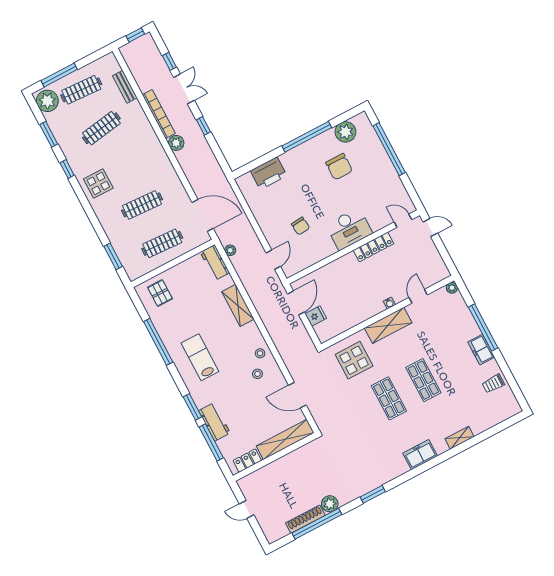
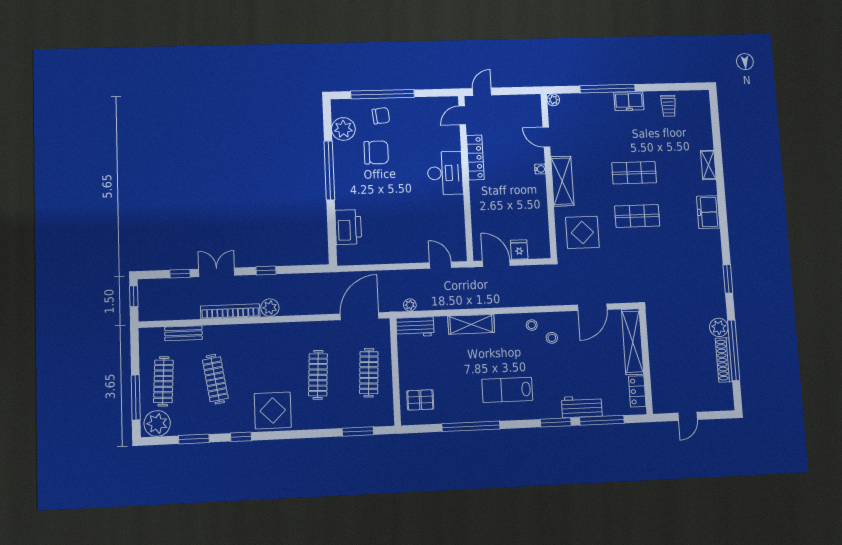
display table: (98, 183) -> (273, 410), width x1.36, depth x1.36
chair: (301, 226) -> (381, 116), moved

